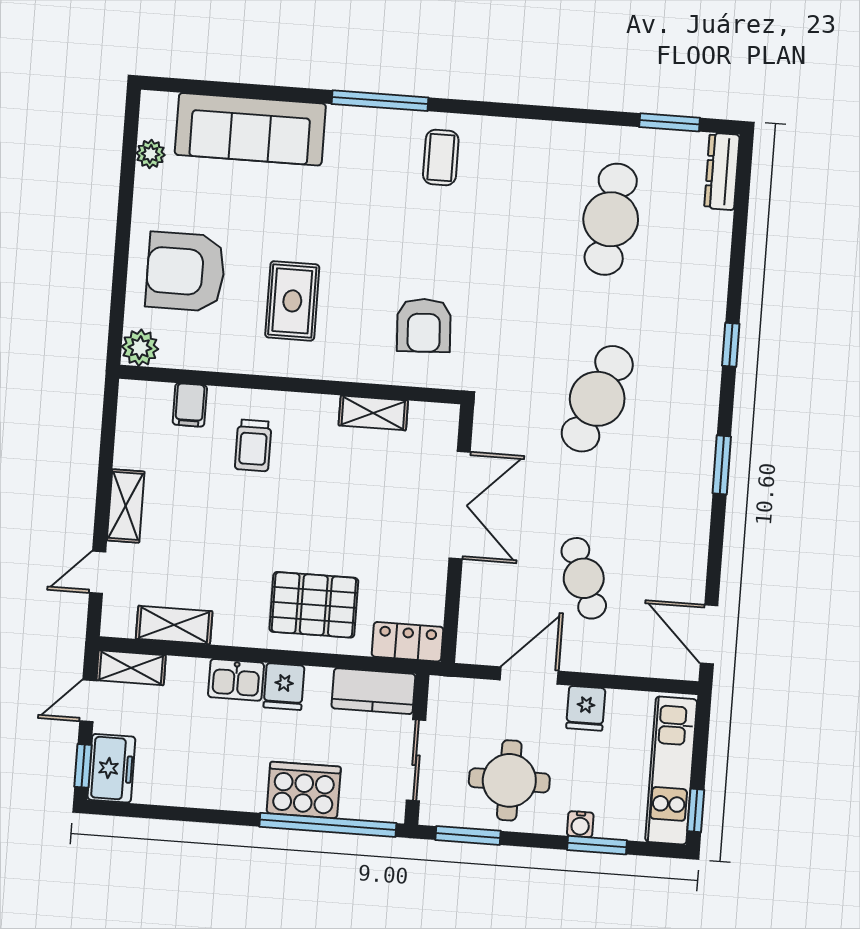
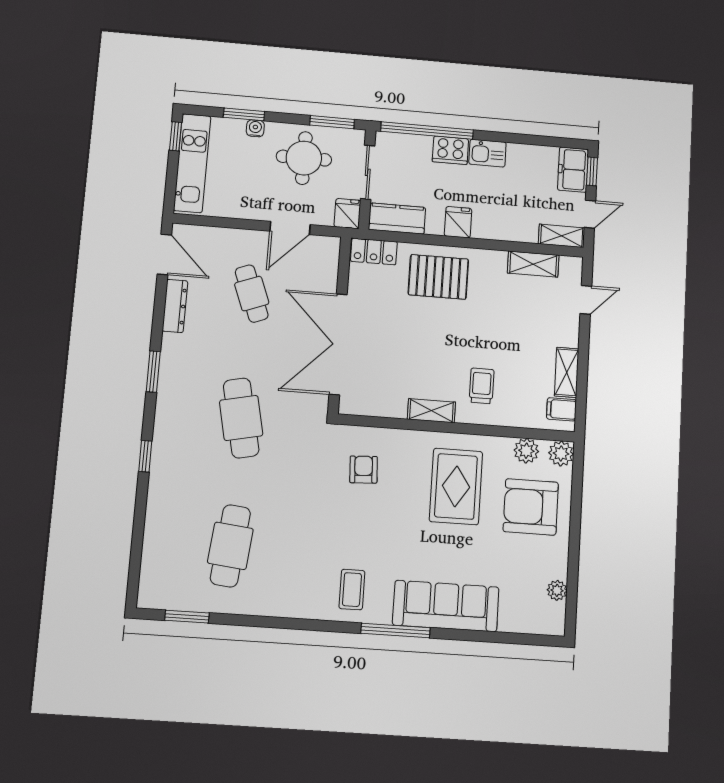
sofa: (250, 129) -> (446, 606), moved
dresser: (722, 171) -> (175, 306), moved
armchair: (185, 272) -> (531, 507), turned 180
rug: (292, 301) -> (456, 486), width x1.36, depth x1.43
armchair: (424, 325) -> (364, 470), width x0.72, depth x0.72
plant: (190, 352) -> (526, 451), added
cafe table: (597, 399) -> (241, 418), turned -33
filing cabinet: (190, 405) -> (561, 409), moved, turned -90
shelving: (373, 413) -> (431, 411), moved
double door: (460, 505) -> (338, 344), width x1.36
shelving: (126, 506) -> (567, 372), moved
kitchen sink: (236, 680) -> (487, 153), moved, turned 180
fridge: (586, 708) -> (347, 214), moved
cooker: (304, 790) -> (450, 150), width x0.73, depth x0.76

